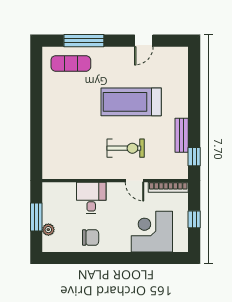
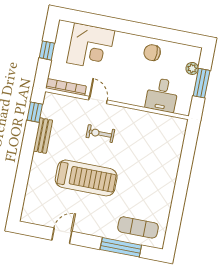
exercise bike: (126, 148) -> (100, 134), width x0.73, depth x0.72
desk: (91, 198) -> (162, 95), moved

